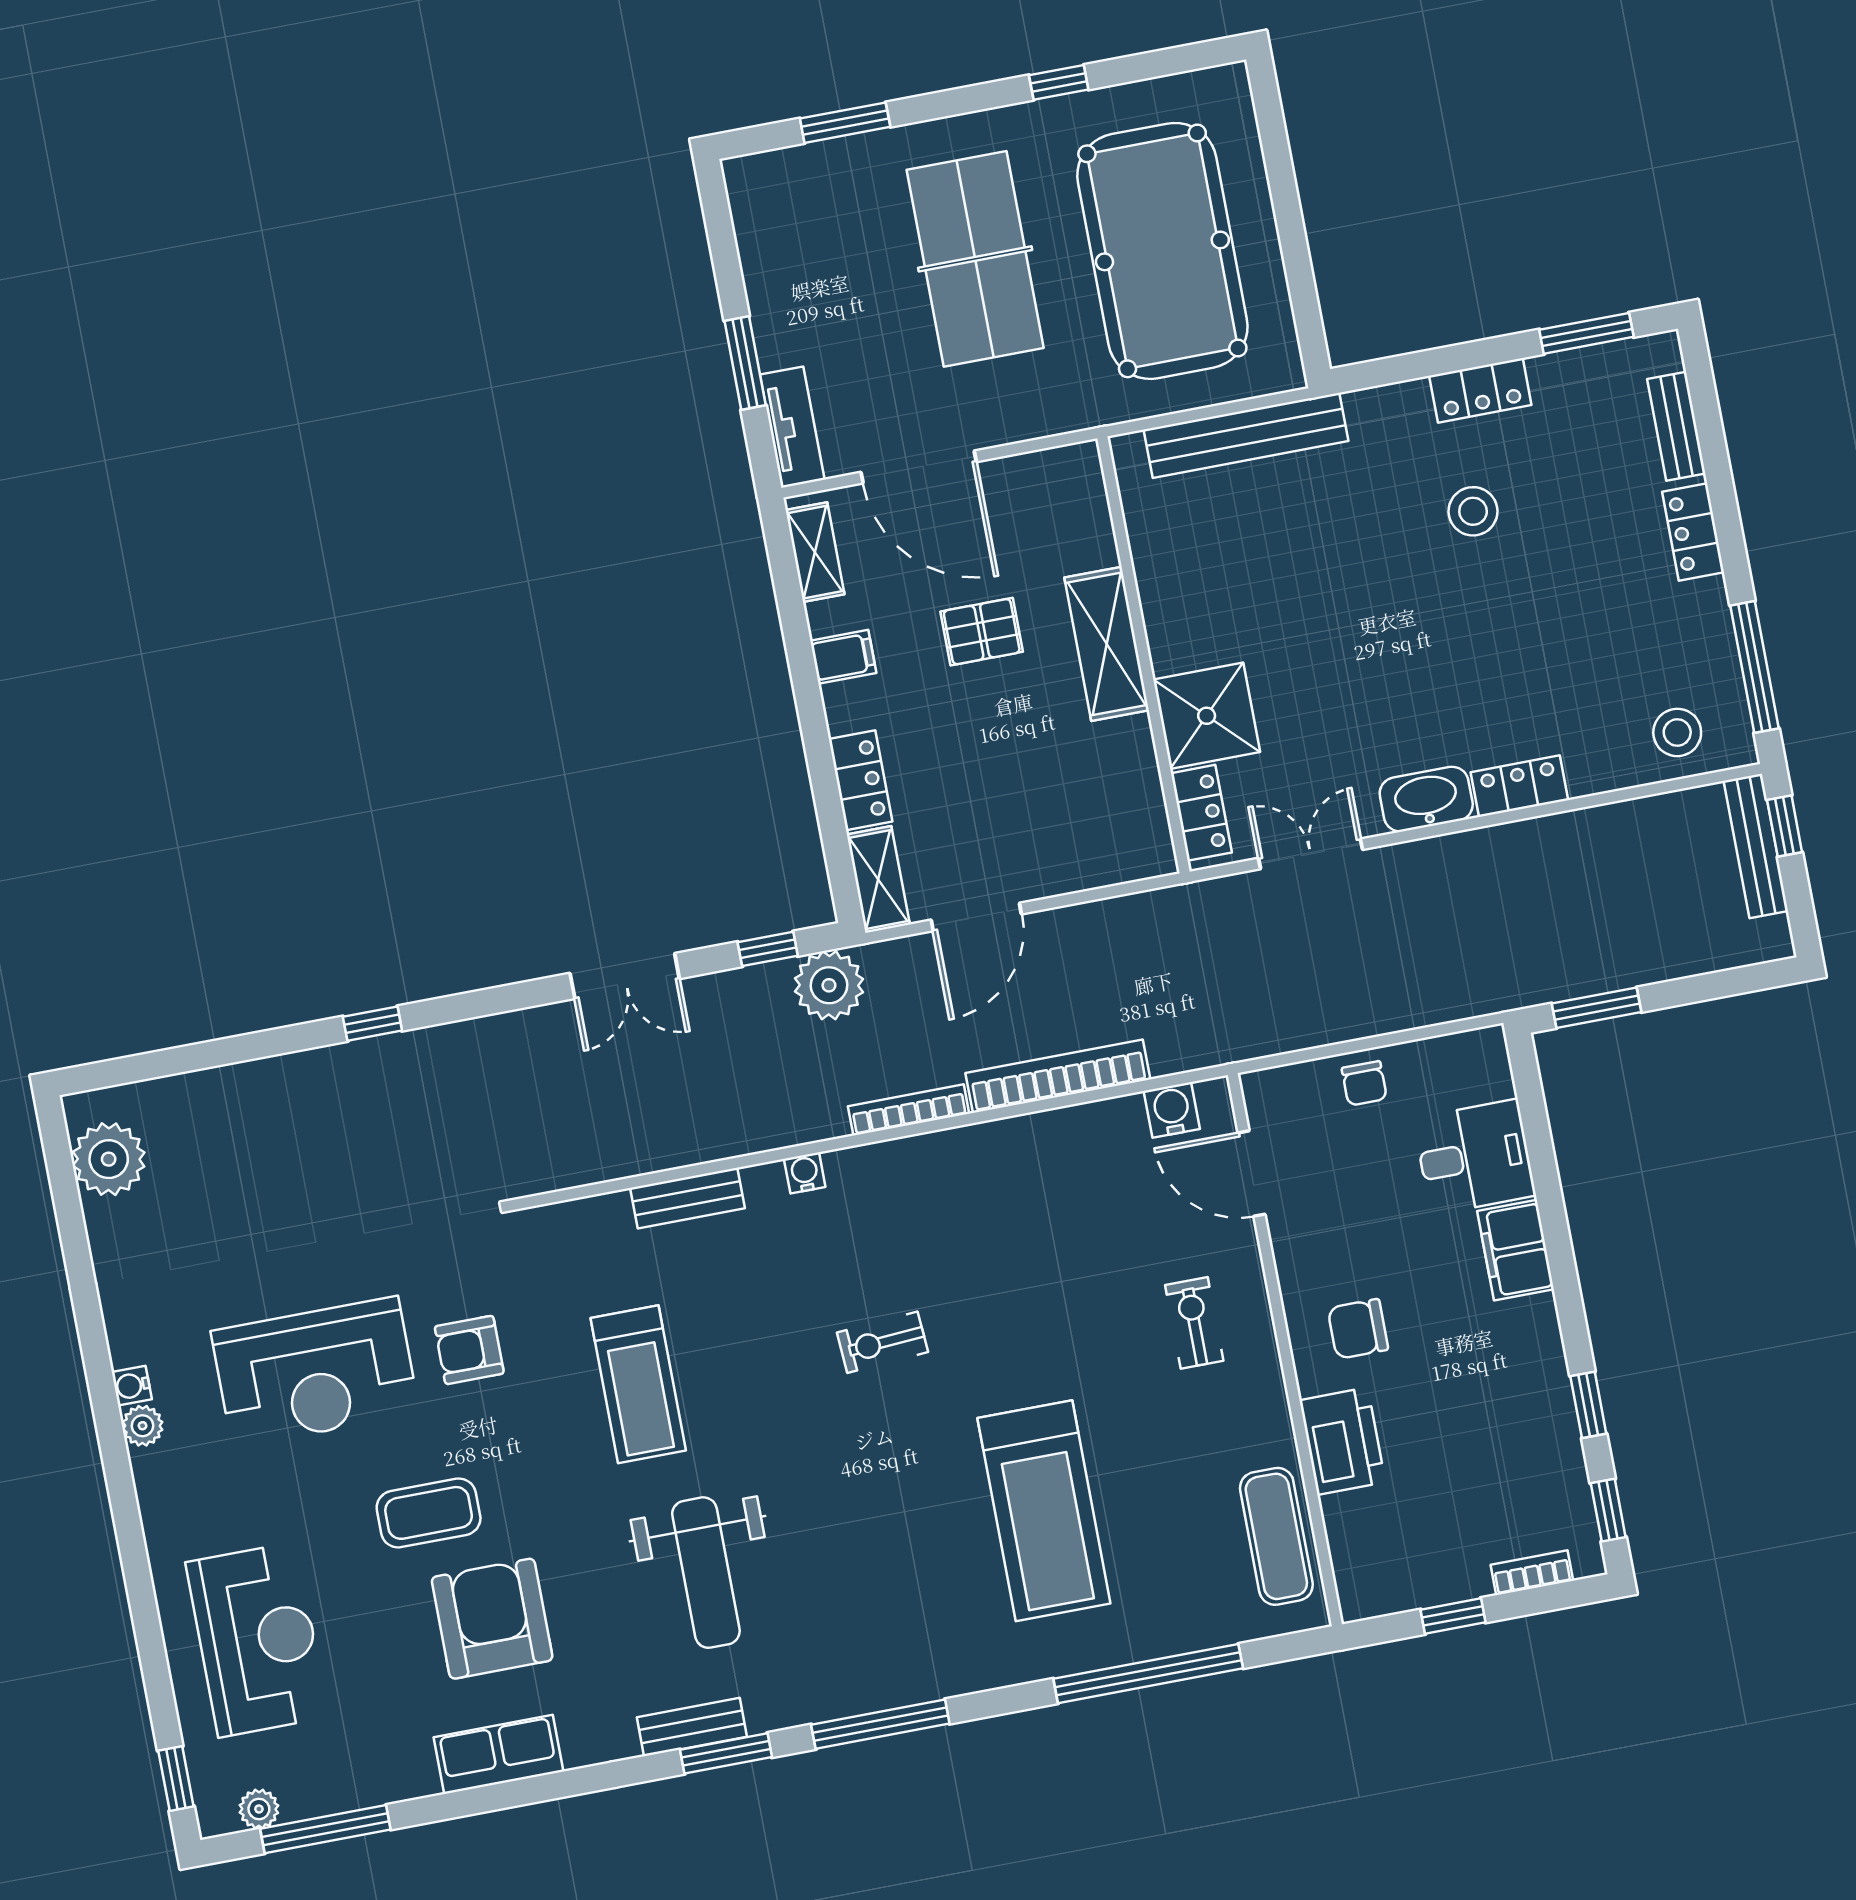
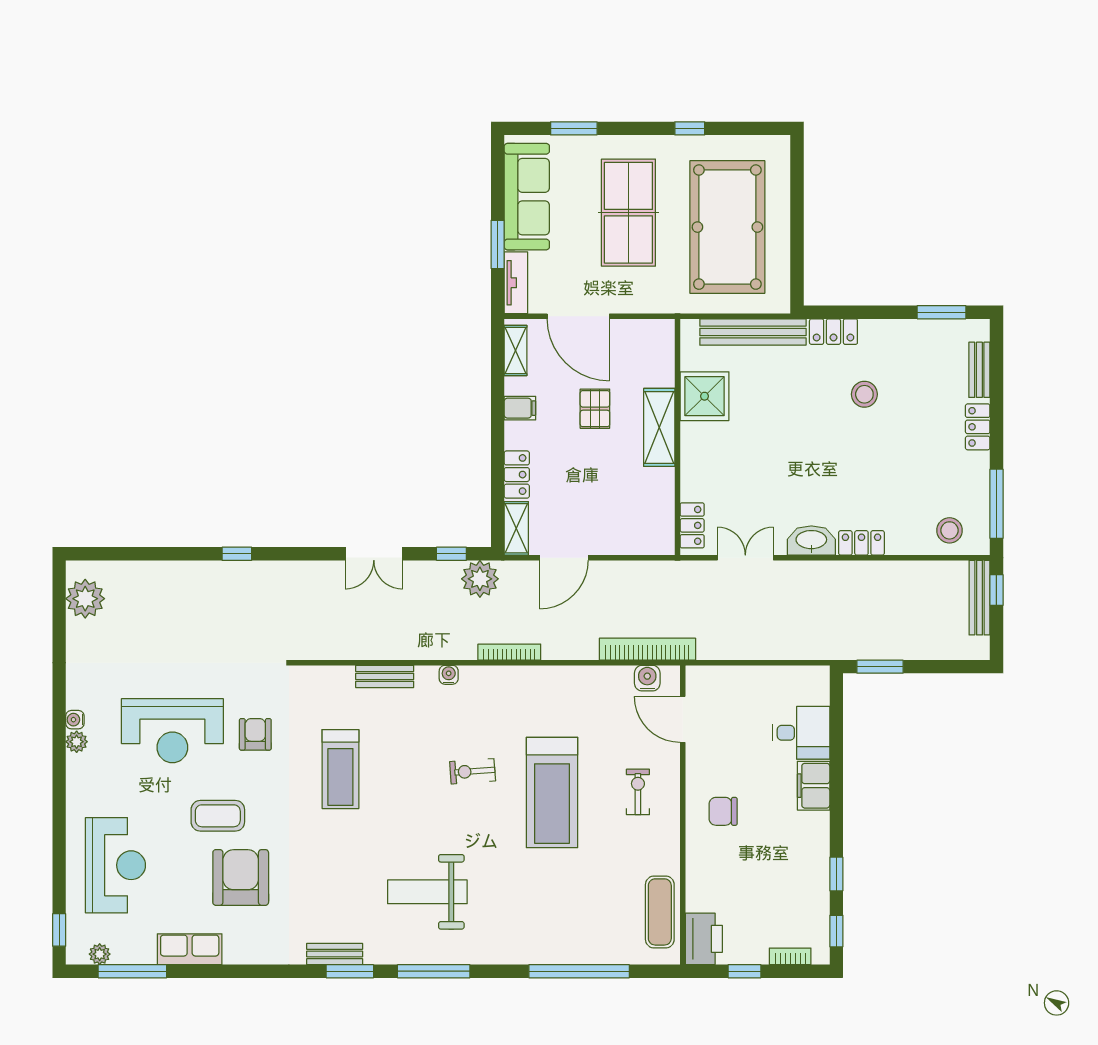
sofa: (782, 265) -> (527, 197), added
locker: (1480, 390) -> (833, 332), moved
pallet: (982, 632) -> (595, 409), turned 90
shower: (1207, 716) -> (705, 396), moved
bookcase: (1058, 1076) -> (647, 649), moved
chair: (1364, 1083) -> (751, 683), removed
armchair: (469, 1350) -> (255, 734), turned 90
printer: (1342, 1441) -> (704, 939), moved
treadmill: (1044, 1511) -> (552, 793), moved
weight bench: (706, 1573) -> (427, 892), moved, turned 90
row of seats: (498, 1754) -> (190, 949), moved

